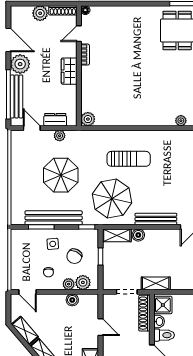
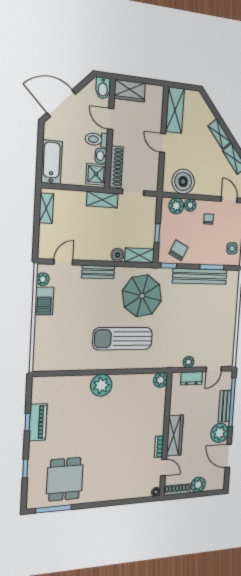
door: (79, 34) -> (164, 468), hinge flipped
wardrobe: (69, 71) -> (175, 435), width x1.50
bench: (17, 96) -> (225, 406), width x0.73
plant: (181, 121) -> (101, 385), moved, width x1.88, depth x1.88
door: (32, 128) -> (214, 369), hinge flipped
sun lounger: (129, 159) -> (123, 339), width x1.36, depth x1.34
parasol: (61, 175) -> (190, 321), removed
bench: (156, 219) -> (98, 272), width x0.73
side table: (53, 244) -> (232, 248), moved
chair: (74, 256) -> (178, 250), moved
boiler: (72, 300) -> (183, 181), width x1.86, depth x1.86
door: (100, 327) -> (163, 143), moved

